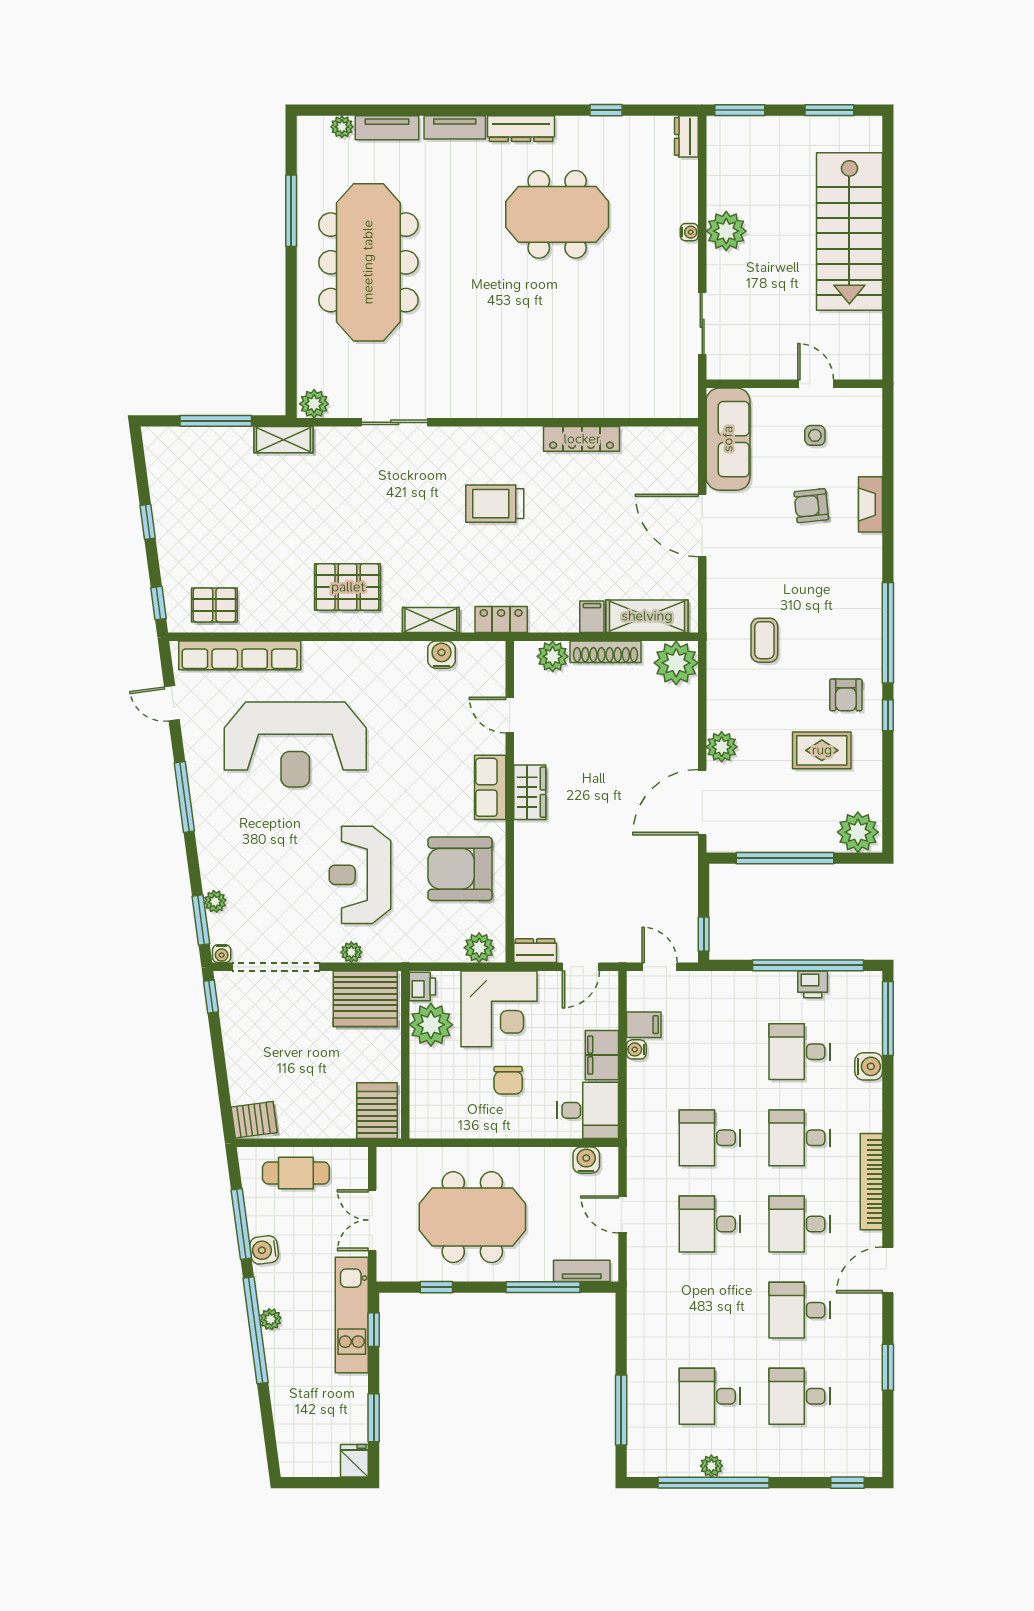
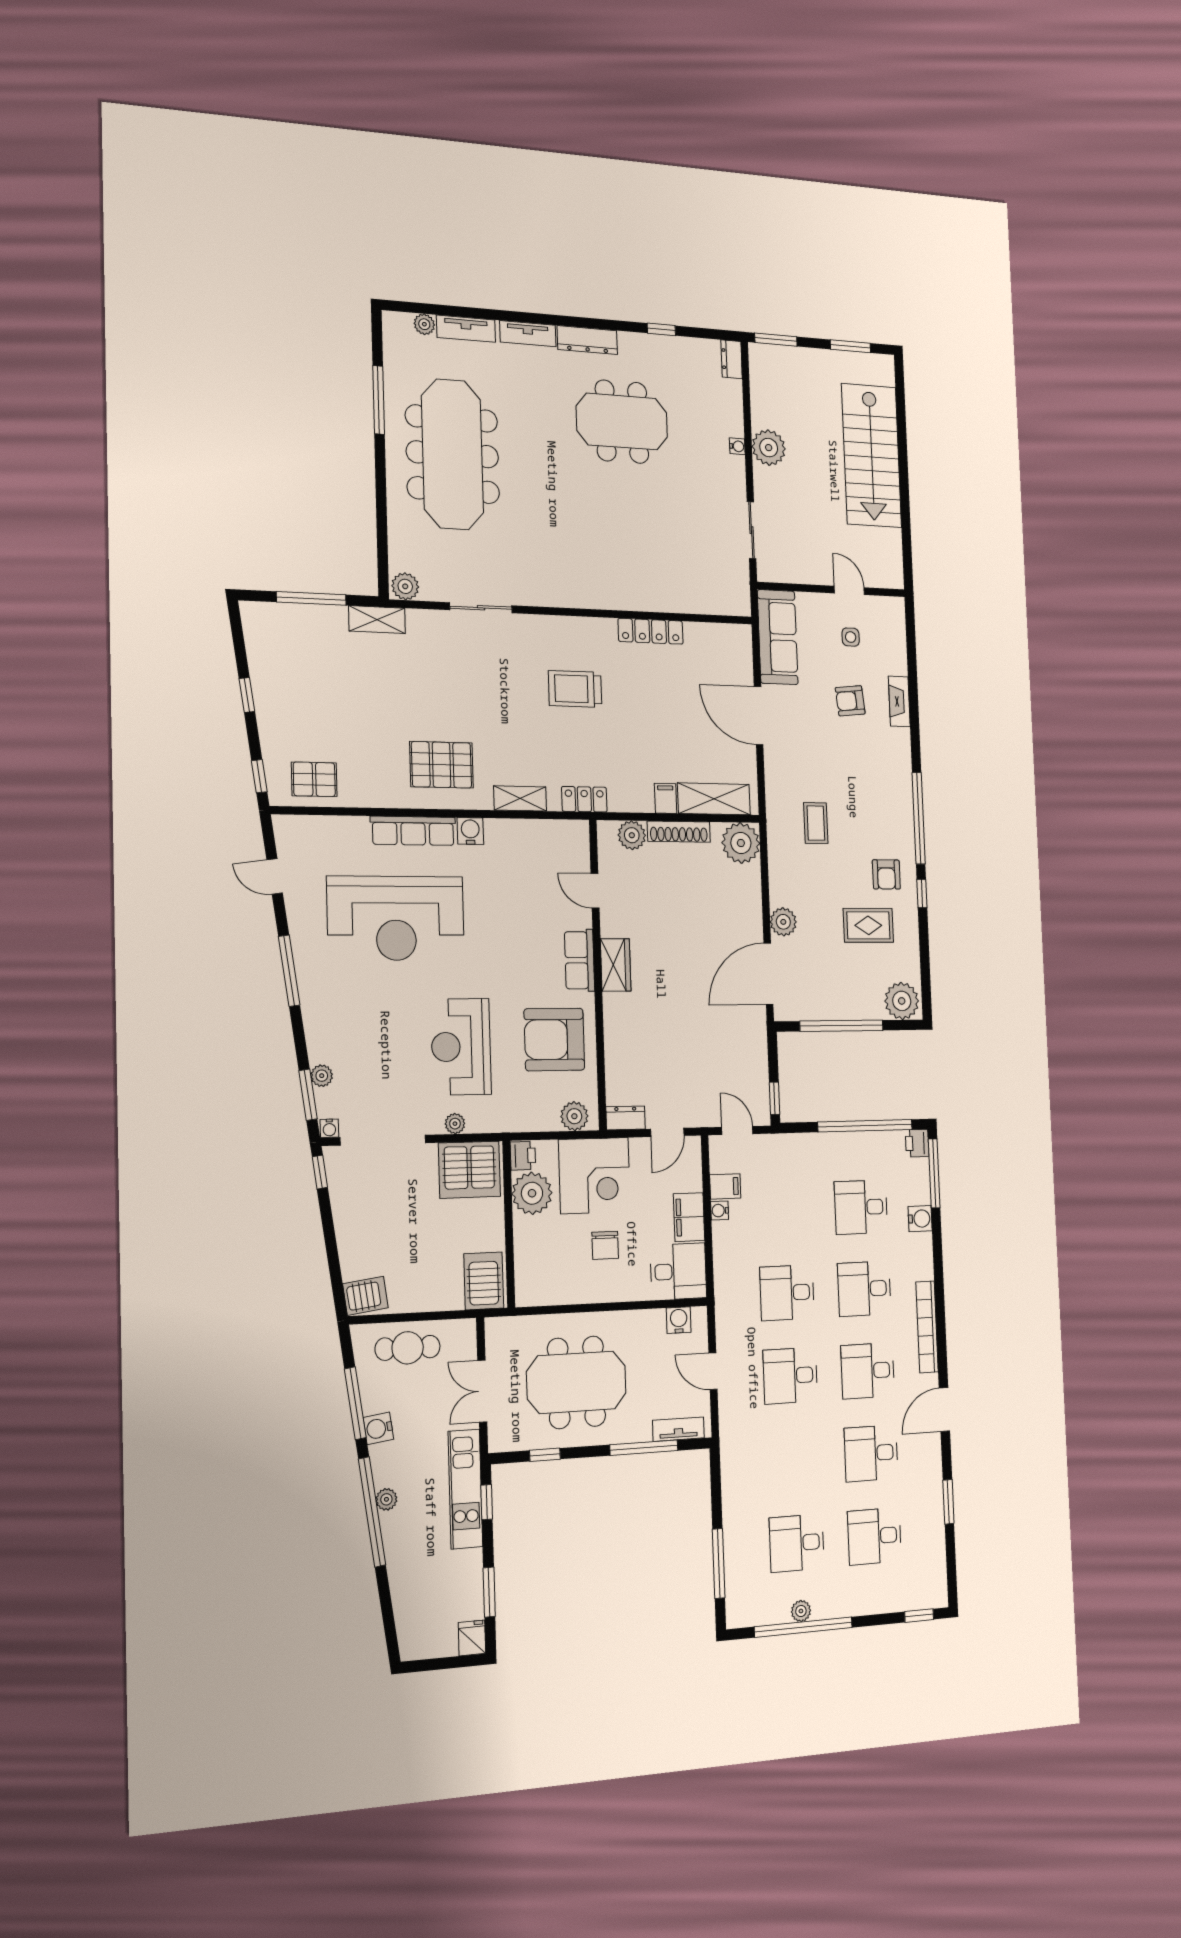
row of seats: (240, 655) -> (413, 831), moved, width x0.73
water cooler: (441, 655) -> (470, 831), moved
printer: (813, 984) -> (917, 1143), moved, turned 90

